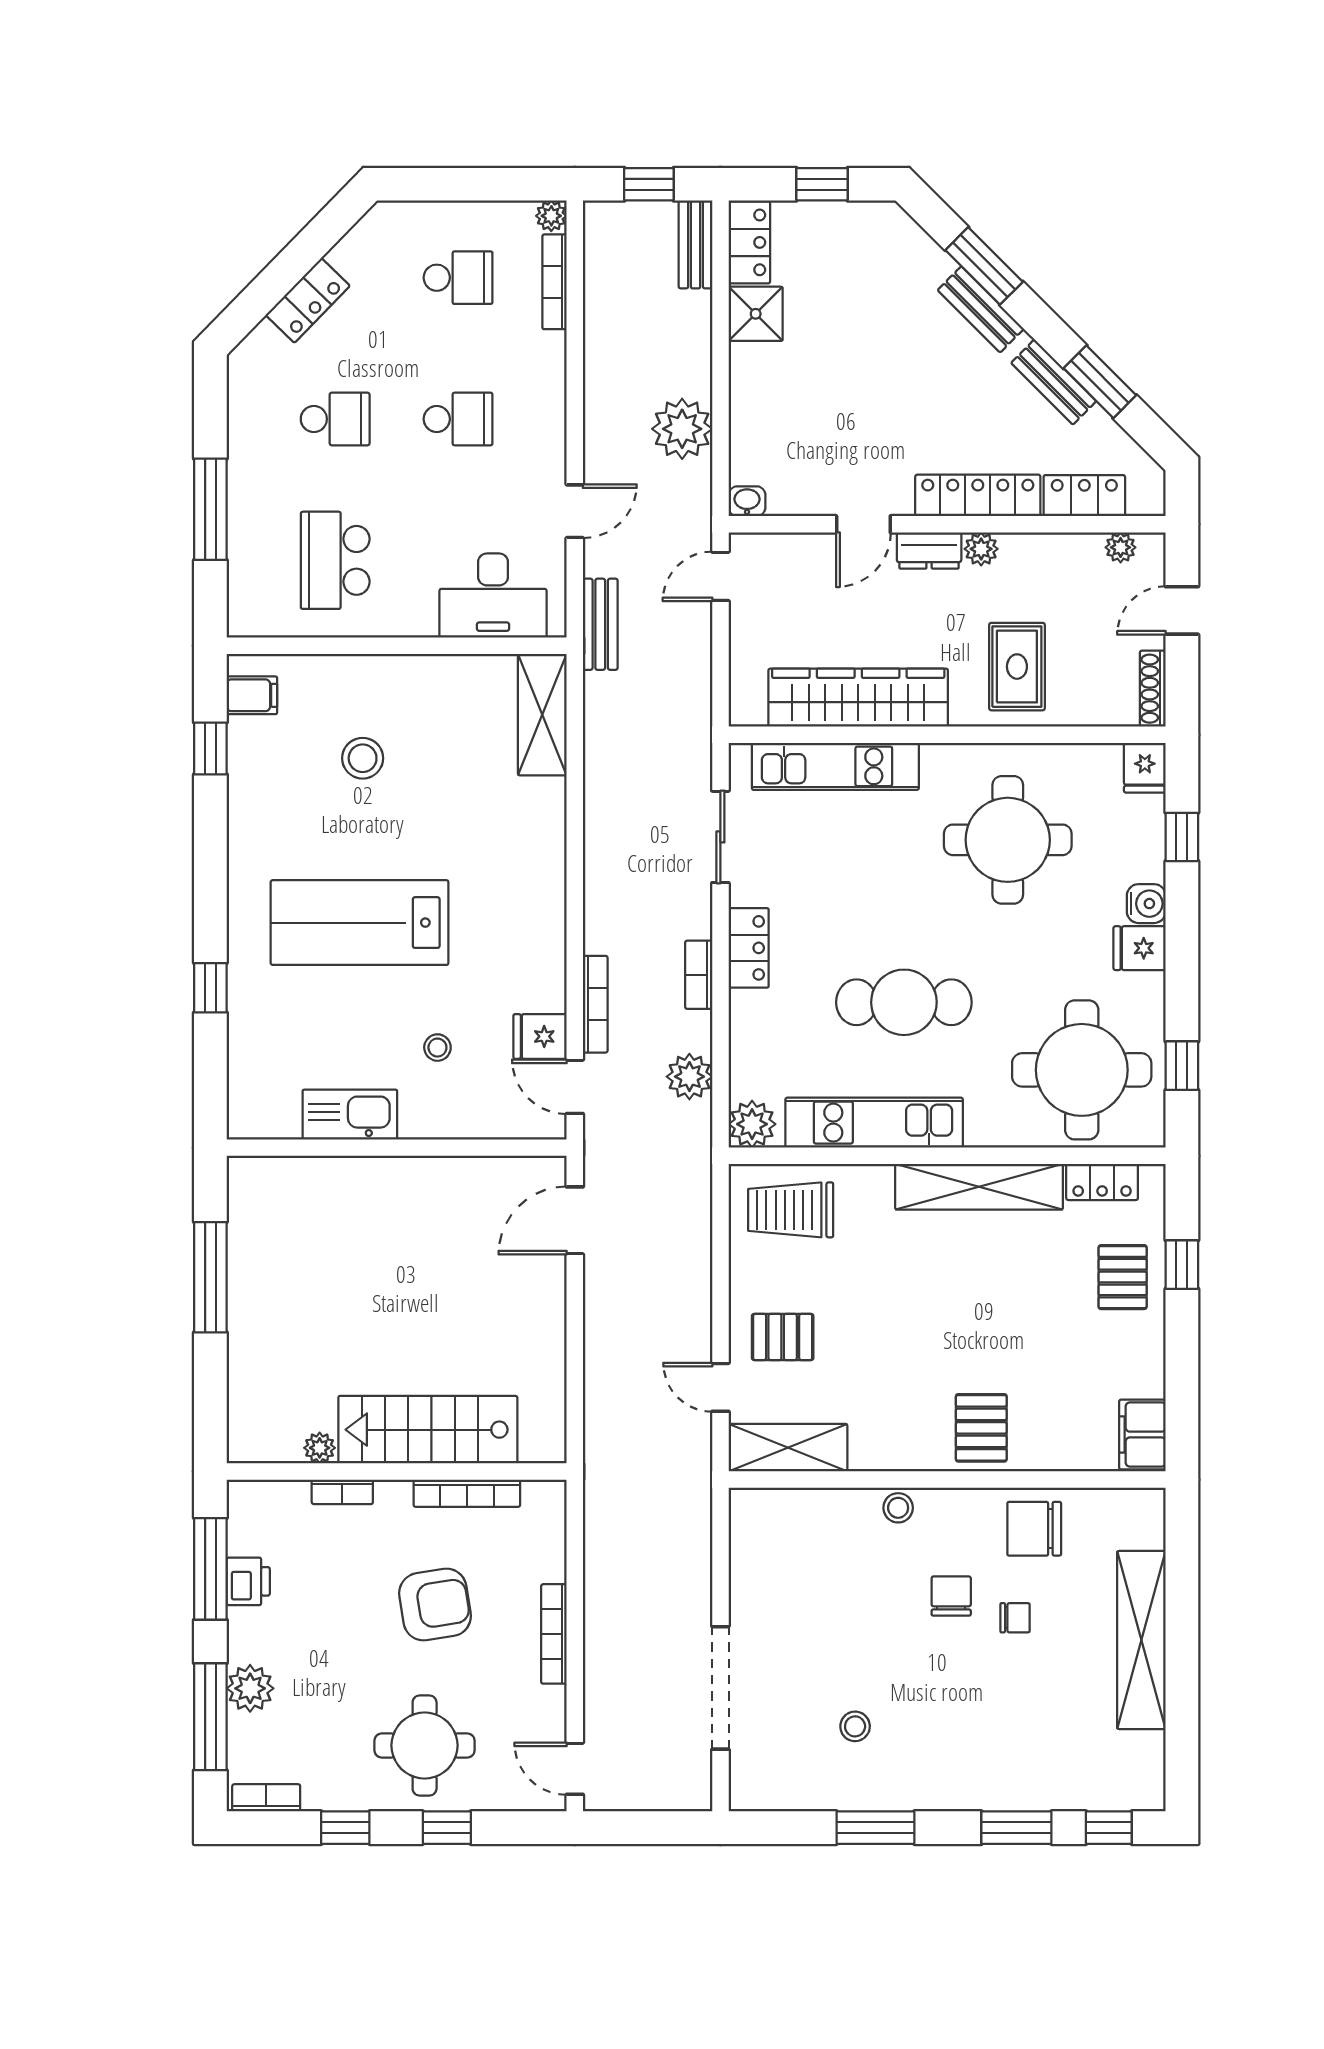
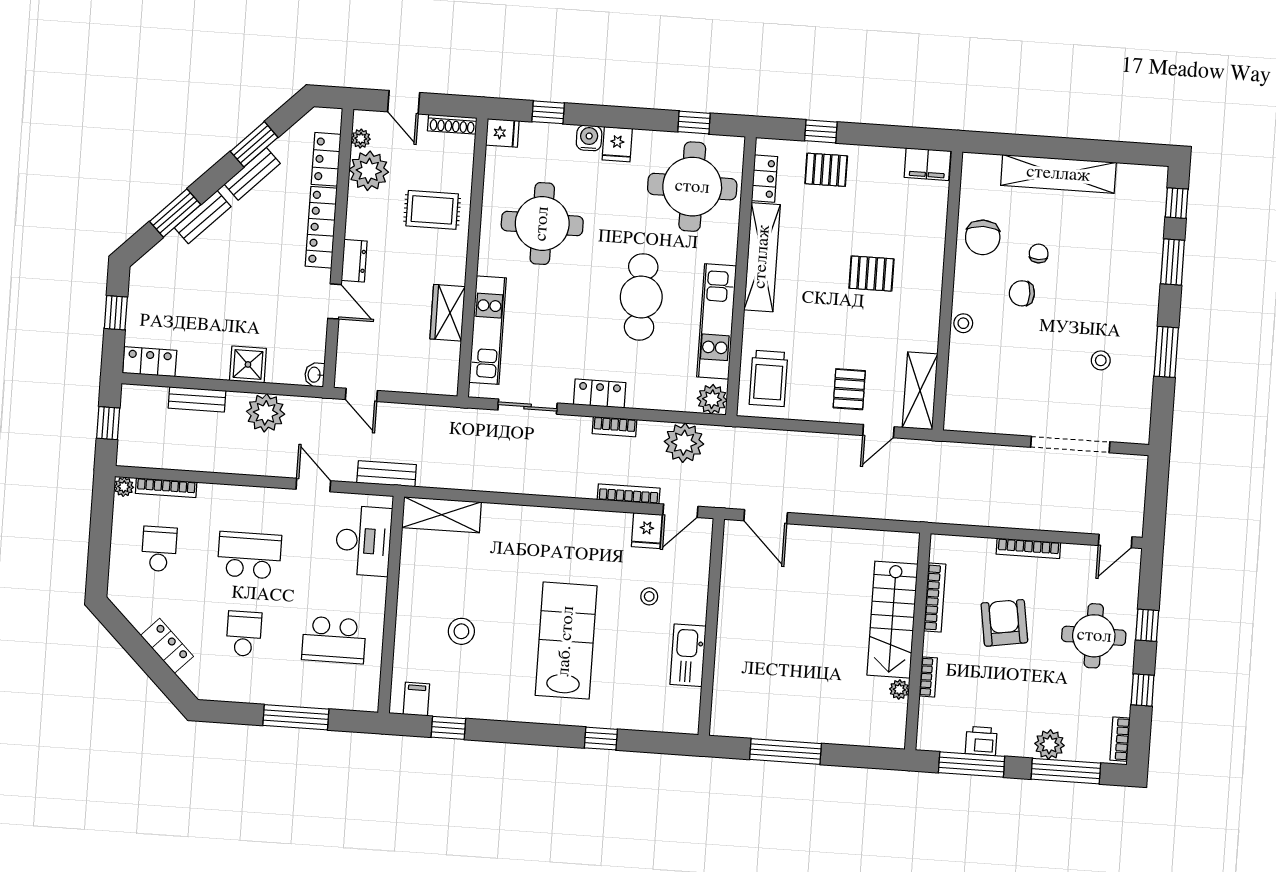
bench: (696, 244) -> (197, 399), moved
shower: (756, 314) -> (248, 364), moved
school desk: (458, 419) -> (249, 555), width x1.85
plant: (981, 549) -> (369, 171), moved, width x1.88, depth x1.88
wardrobe: (858, 698) -> (448, 313), width x0.48, depth x0.85
lab bench: (360, 923) -> (566, 641), turned 180
plant: (689, 1077) -> (684, 443), width x1.36, depth x1.36
pallet: (981, 1428) -> (871, 274), moved

